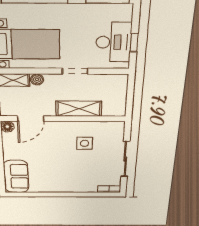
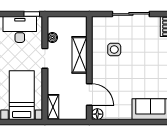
window: (134, 43) -> (32, 14), moved
boiler: (37, 79) -> (52, 37), moved

